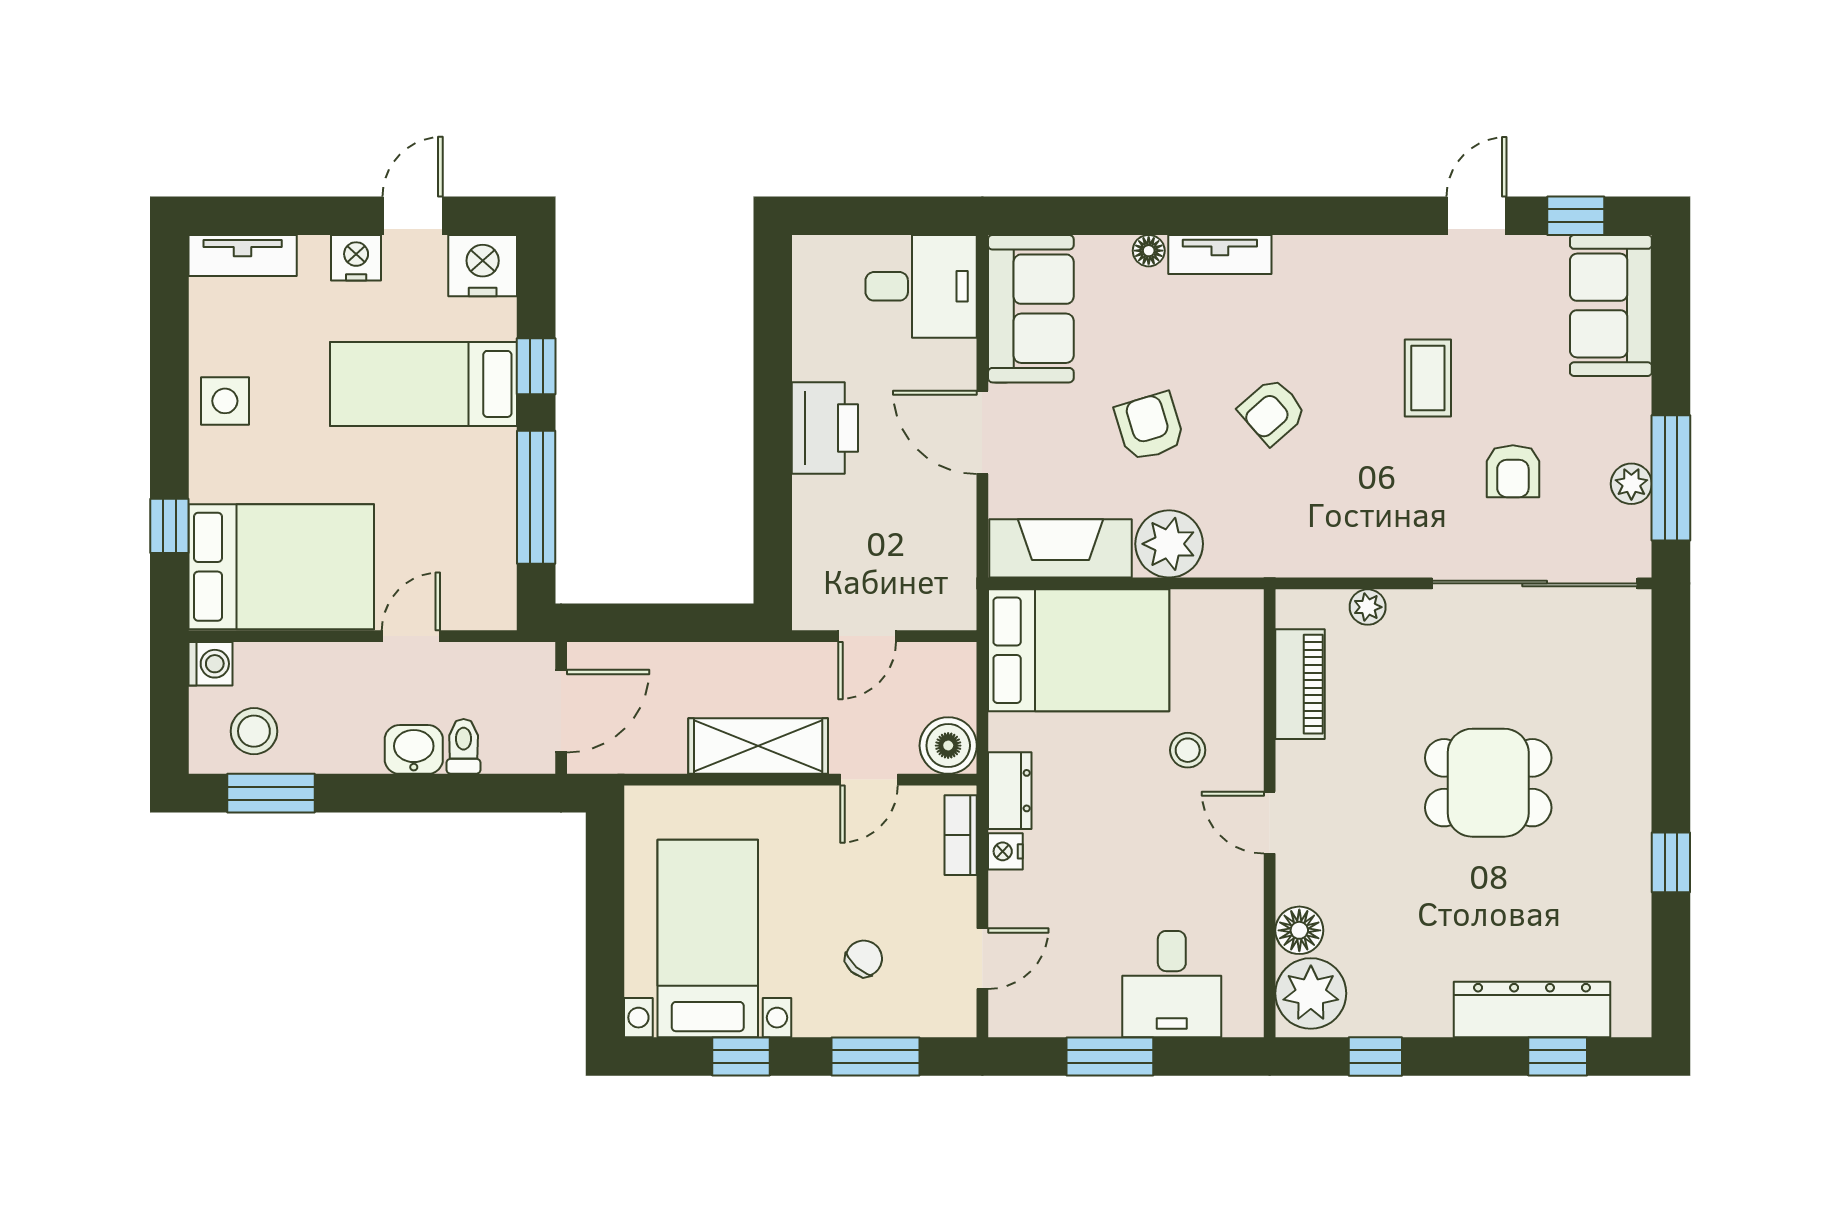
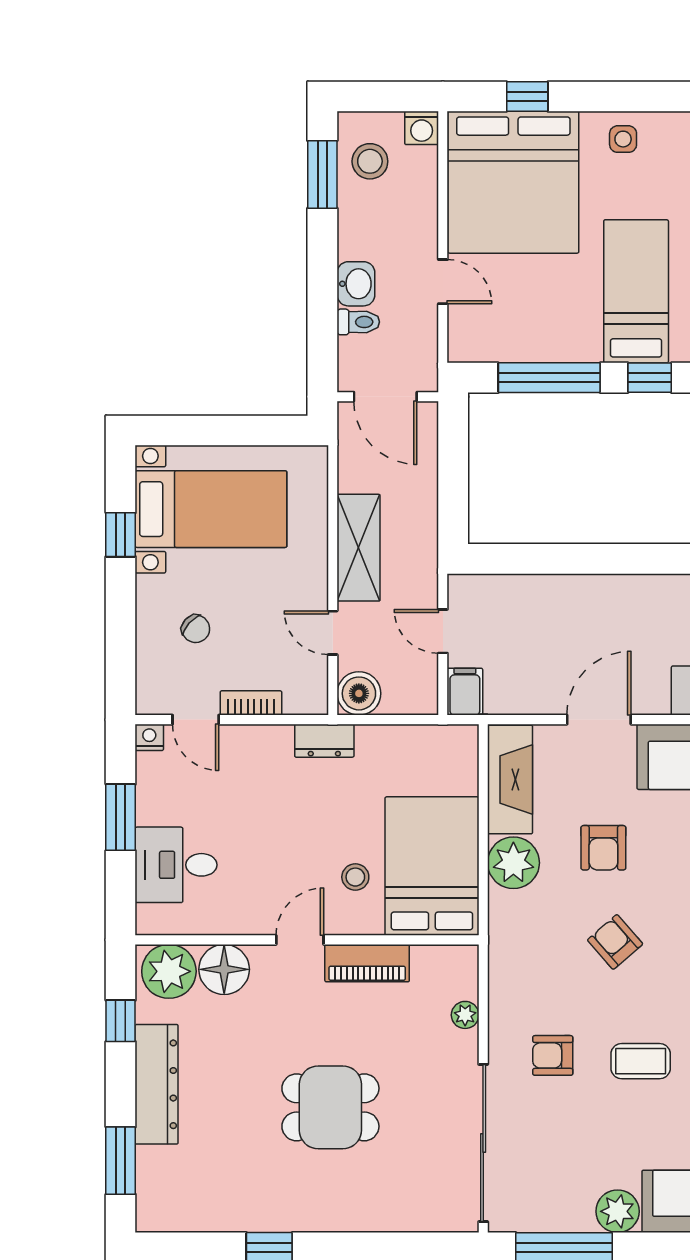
side table: (225, 401) -> (623, 139), width x0.73, depth x0.73
armchair: (1150, 427) -> (603, 848), turned 107
printer: (825, 428) -> (602, 599), removed
armchair: (1513, 471) -> (553, 1055), moved
plant: (1631, 484) -> (618, 1211), moved, width x1.38, depth x1.38
bed: (281, 567) -> (513, 182), width x1.36
filing cabinet: (946, 607) -> (465, 692), added
bed: (1079, 650) -> (432, 866), moved, turned 180
piano: (1300, 684) -> (367, 963), moved
dining table: (1488, 783) -> (330, 1107), turned 90
bookcase: (961, 835) -> (251, 703), moved
nightstand: (1005, 851) -> (149, 737), moved
floor lamp: (1299, 930) -> (224, 969), width x1.38, depth x1.38
dresser: (1532, 1009) -> (157, 1084), moved
window: (875, 1056) -> (121, 638), removed
window: (1558, 1056) -> (121, 1161), width x1.50

